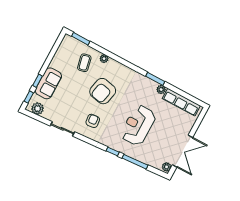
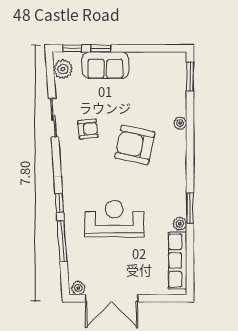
coffee table: (84, 63) -> (160, 99), removed
armchair: (93, 121) -> (88, 129), moved

